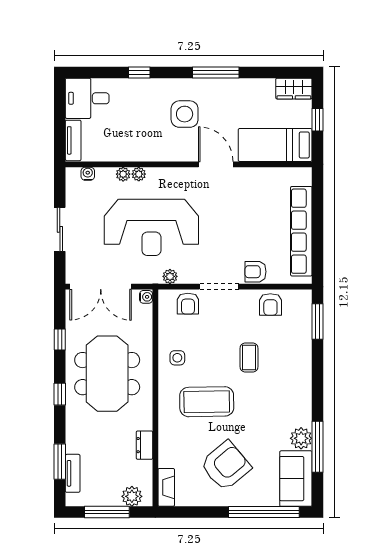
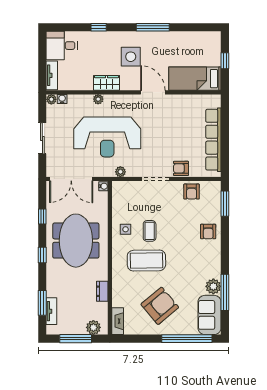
wardrobe: (294, 89) -> (107, 83), moved, turned 180
plant: (123, 174) -> (51, 99), moved
armchair: (188, 304) -> (208, 231), moved
coffee table: (249, 357) -> (150, 231), moved

